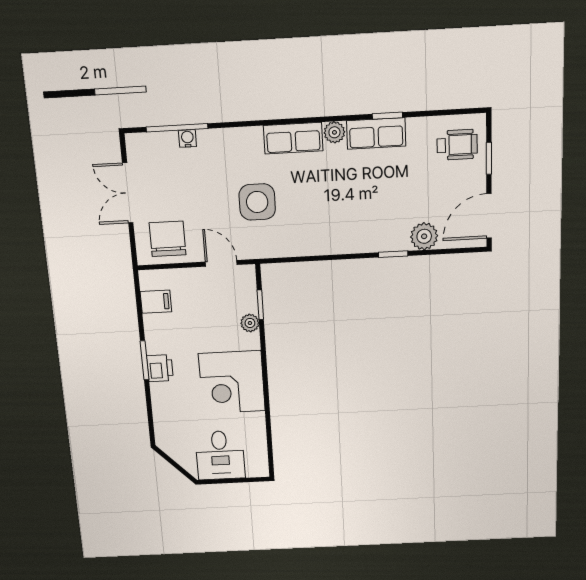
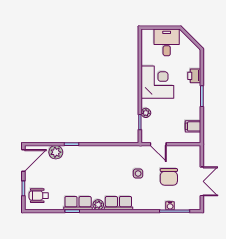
side table: (257, 202) -> (138, 174), width x0.54, depth x0.54
chair: (168, 239) -> (169, 177), moved
printer: (160, 368) -> (194, 76), moved

